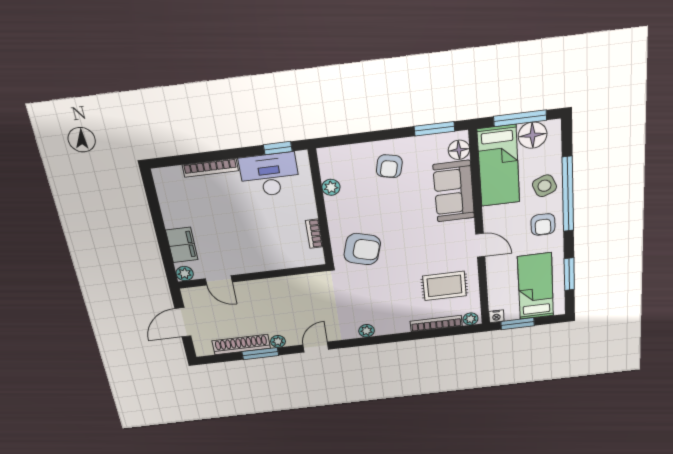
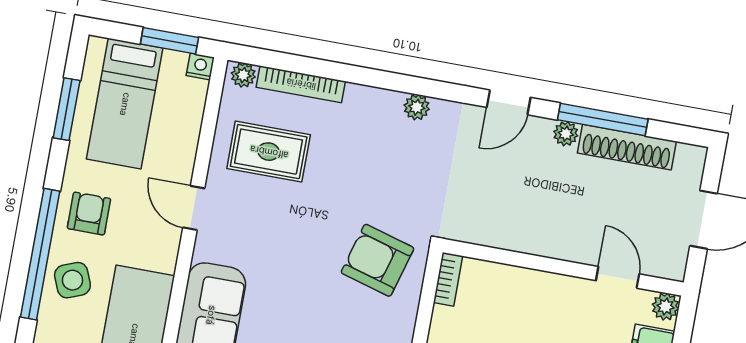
bookcase: (314, 234) -> (448, 279), moved
window: (260, 354) -> (603, 119), width x1.44

